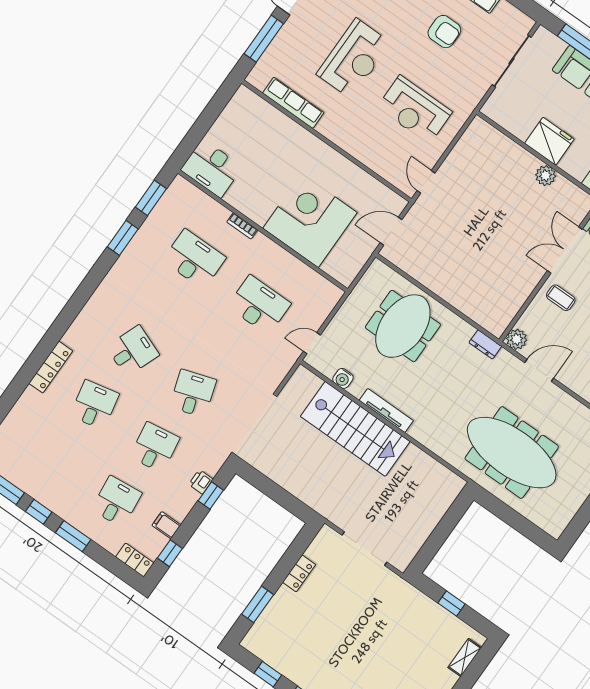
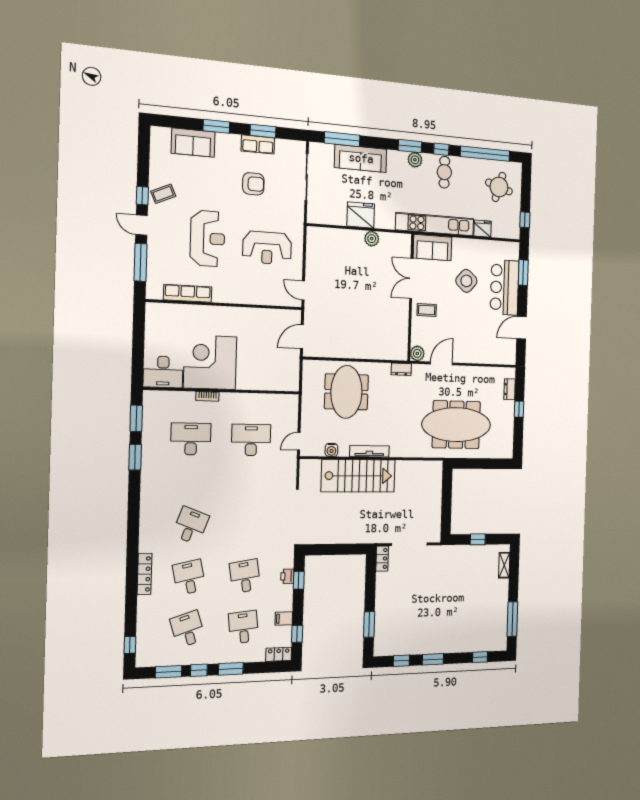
corner desk: (310, 220) -> (210, 362), moved
desk: (193, 393) -> (188, 629), moved
locker: (299, 573) -> (382, 559), moved

